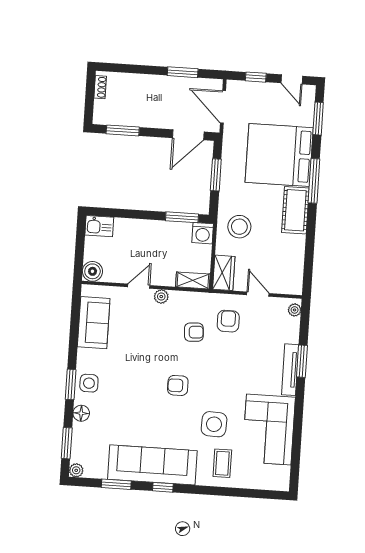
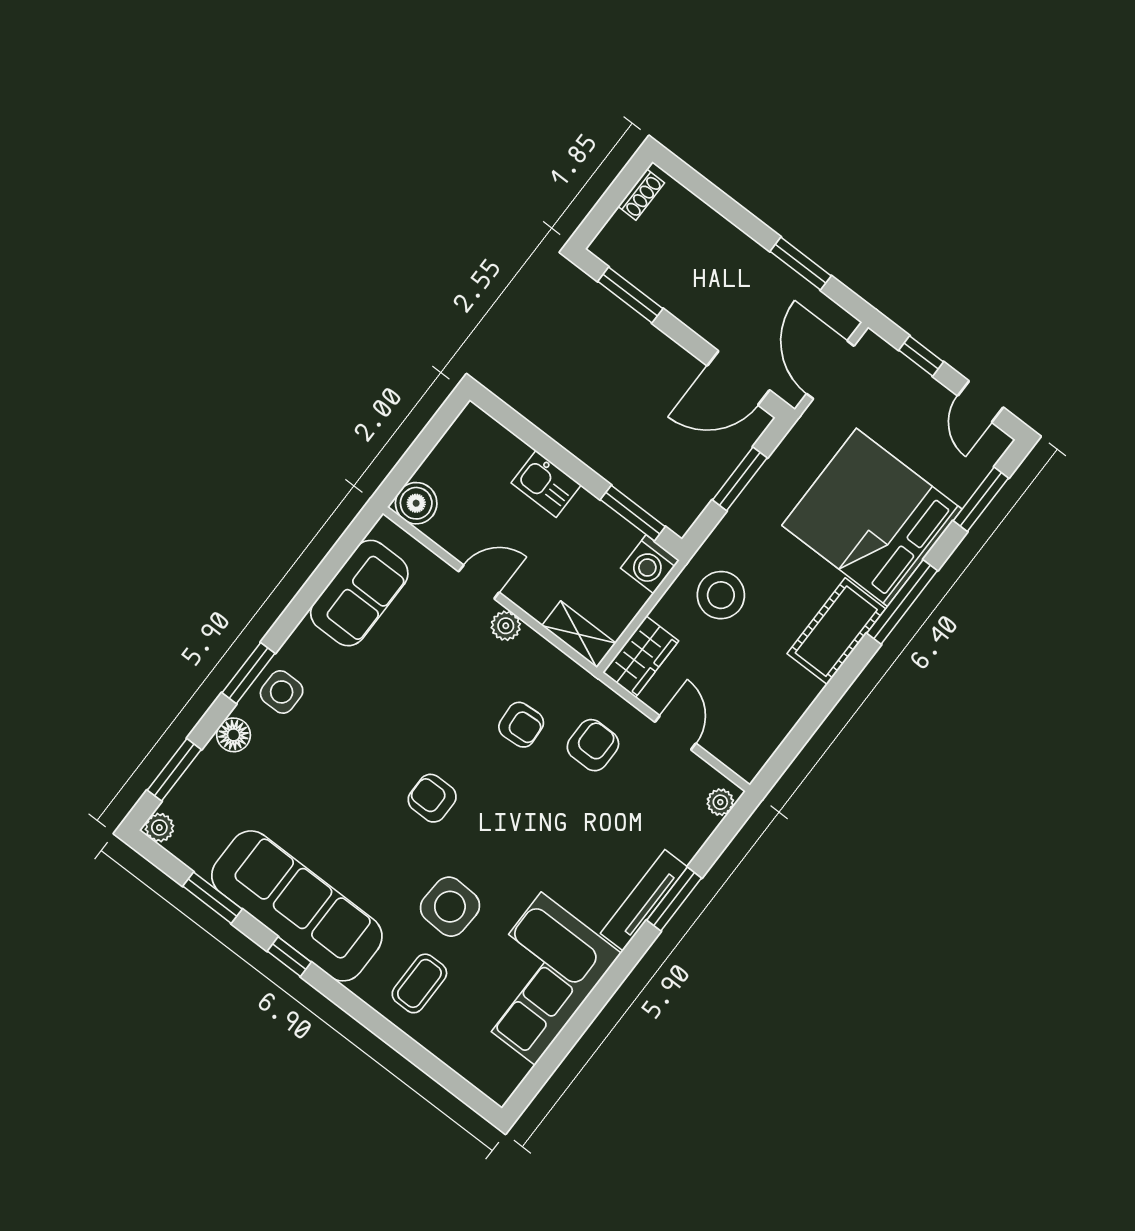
kitchen sink: (99, 226) -> (546, 484), moved

